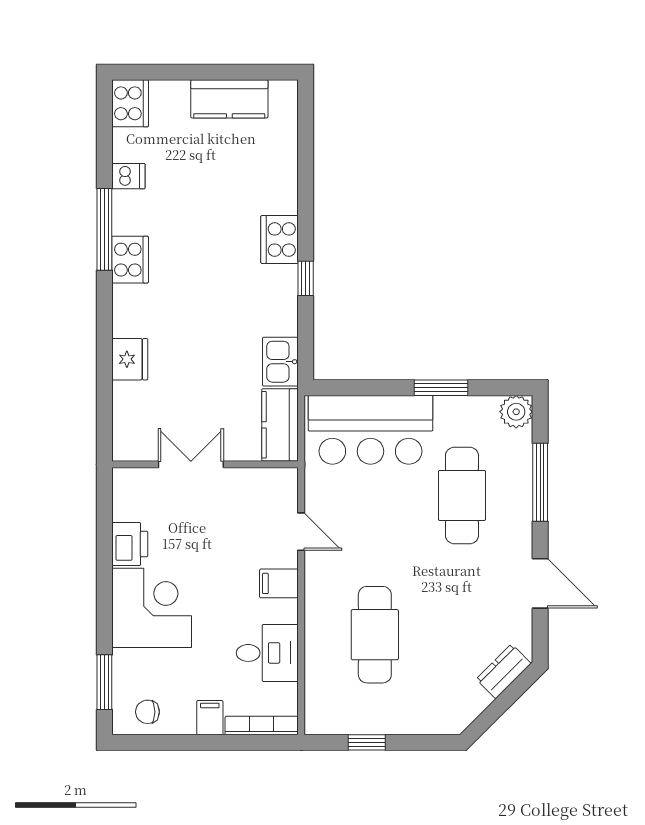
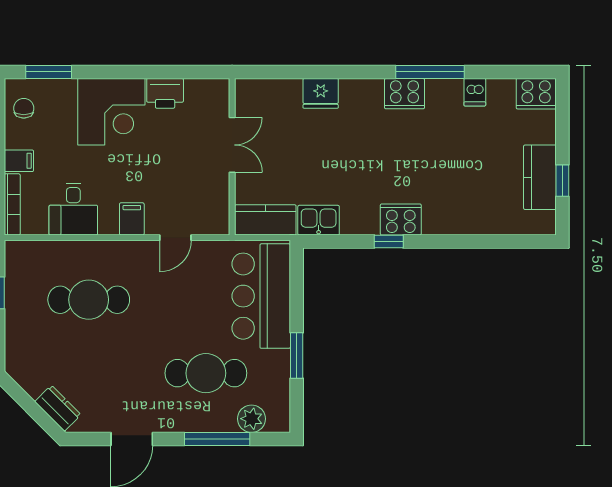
window: (233, 72) -> (562, 181), added
cooker: (280, 240) -> (401, 219), moved
plant: (516, 412) -> (252, 419), moved

